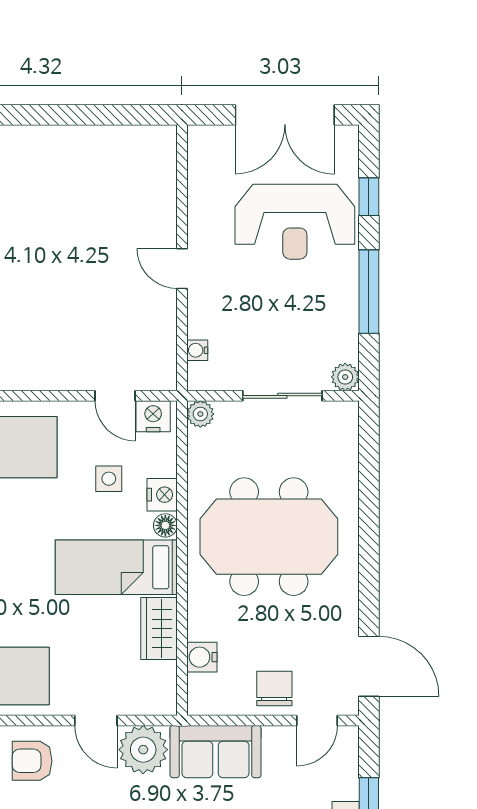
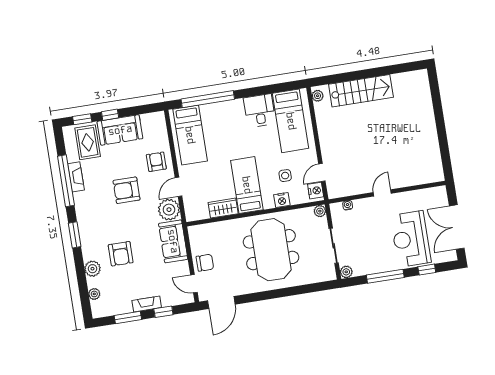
floor lamp: (165, 525) -> (269, 204), removed
water cooler: (202, 657) -> (214, 229), removed

